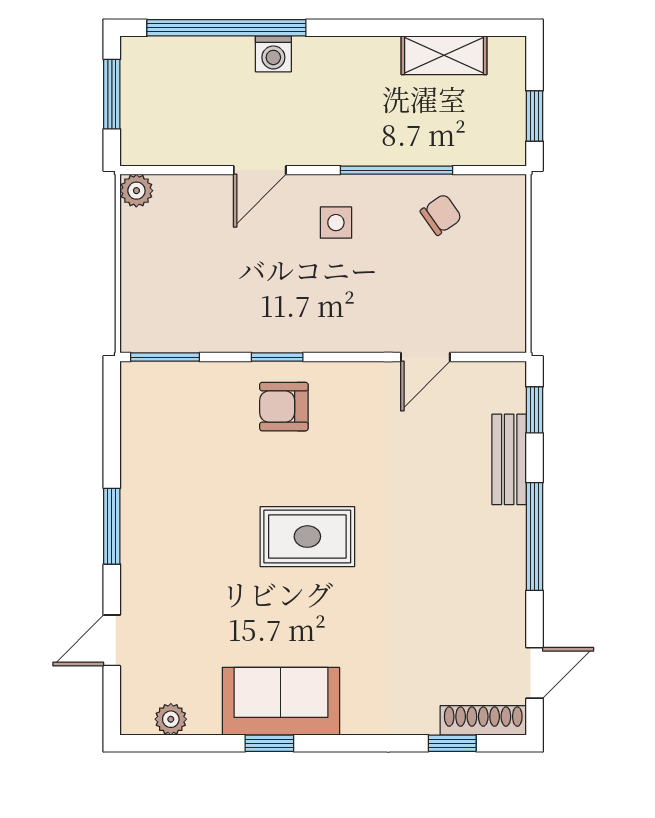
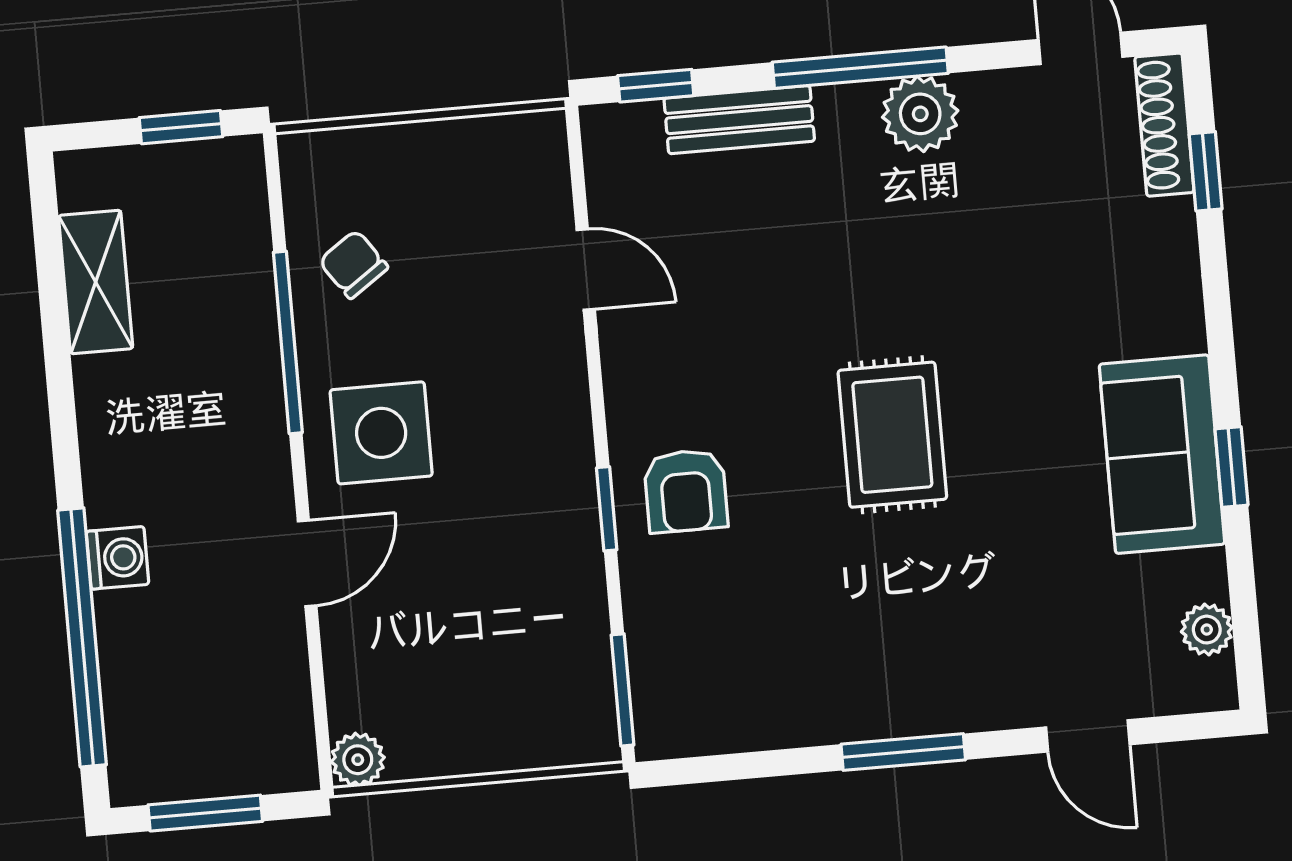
door: (260, 170) -> (307, 563), hinge flipped
side table: (336, 223) -> (381, 433), width x1.87, depth x1.87
plant: (503, 571) -> (920, 114), added

